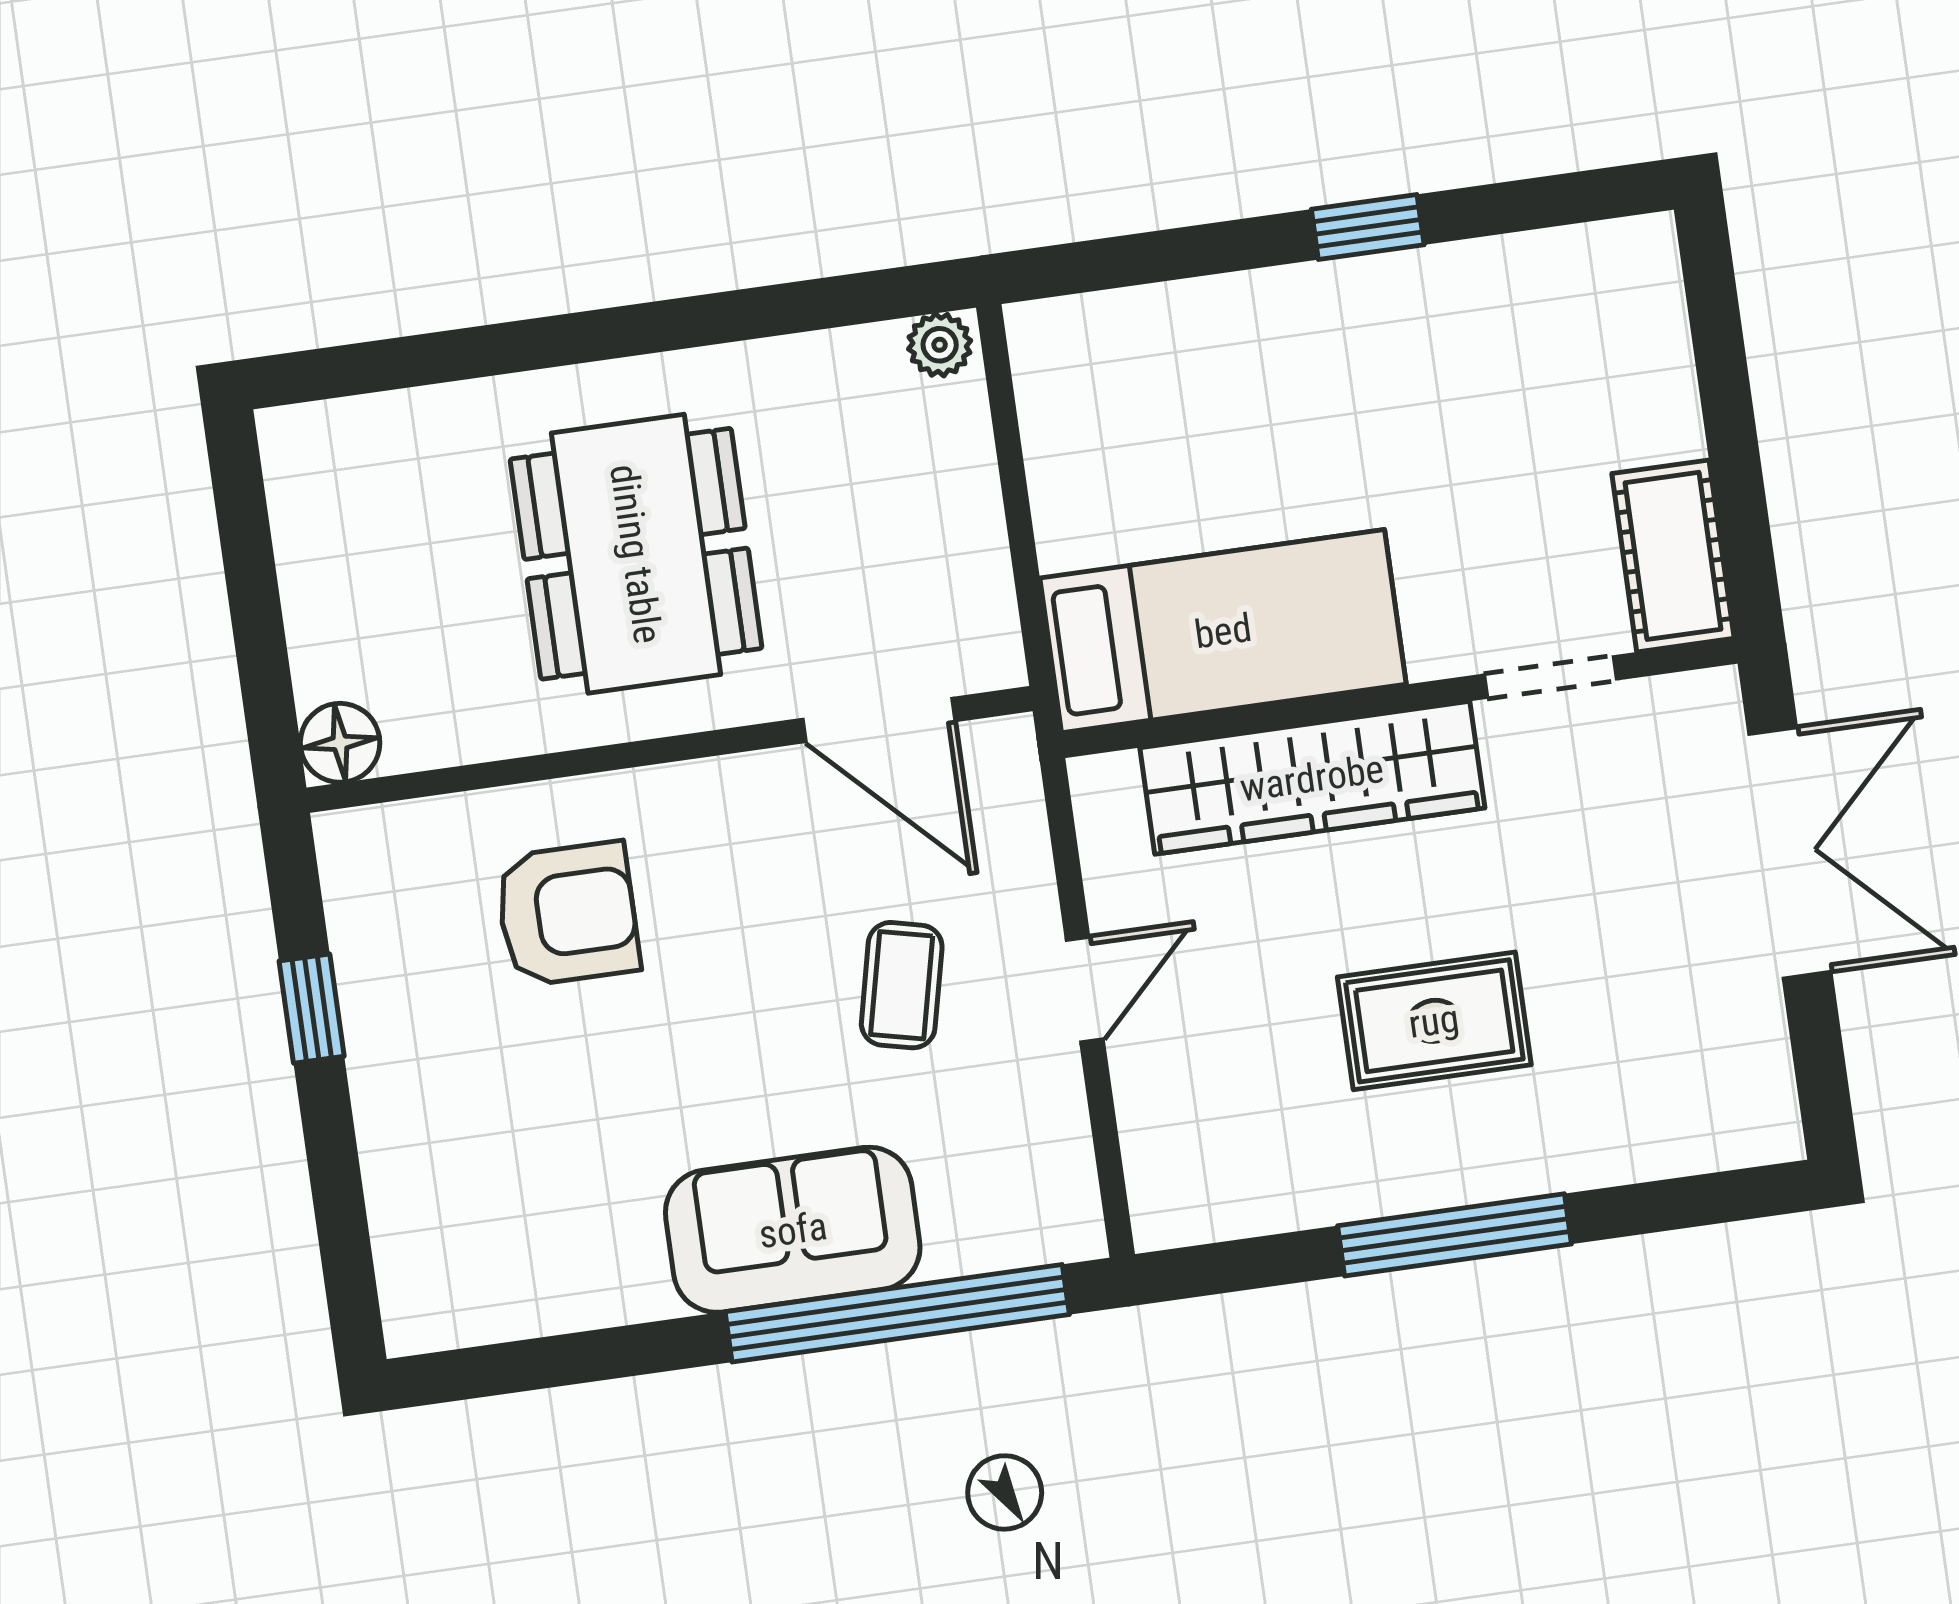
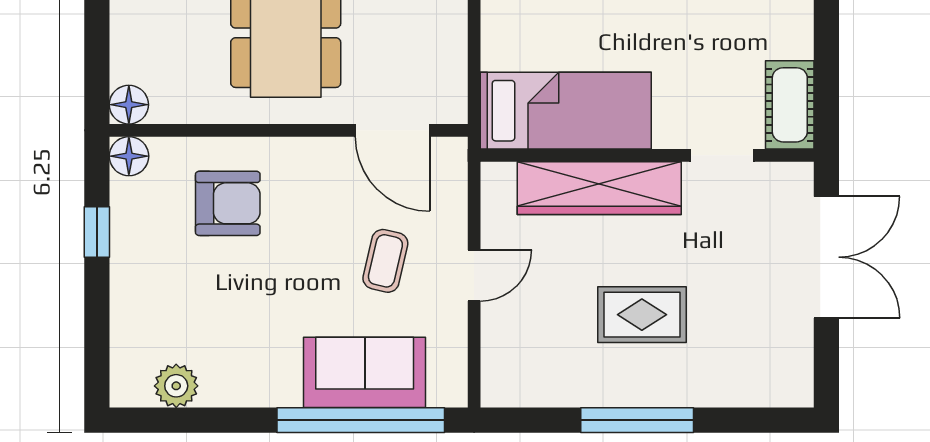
floor lamp: (355, 847) -> (129, 156), added
sofa: (793, 1230) -> (365, 372), moved
plant: (515, 1296) -> (176, 386), added

